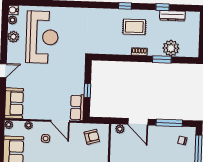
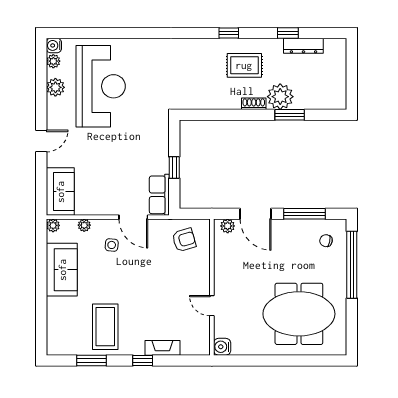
plant: (171, 48) -> (280, 97), moved

